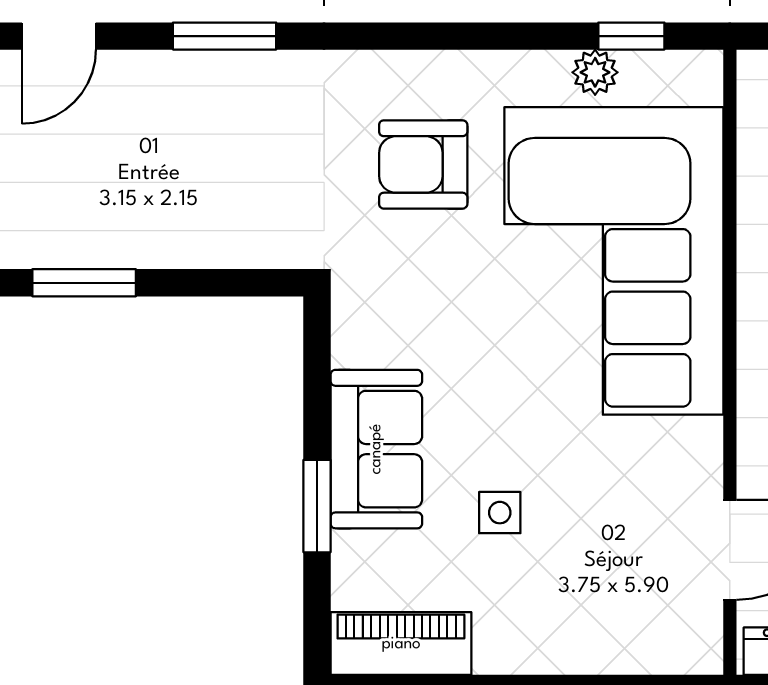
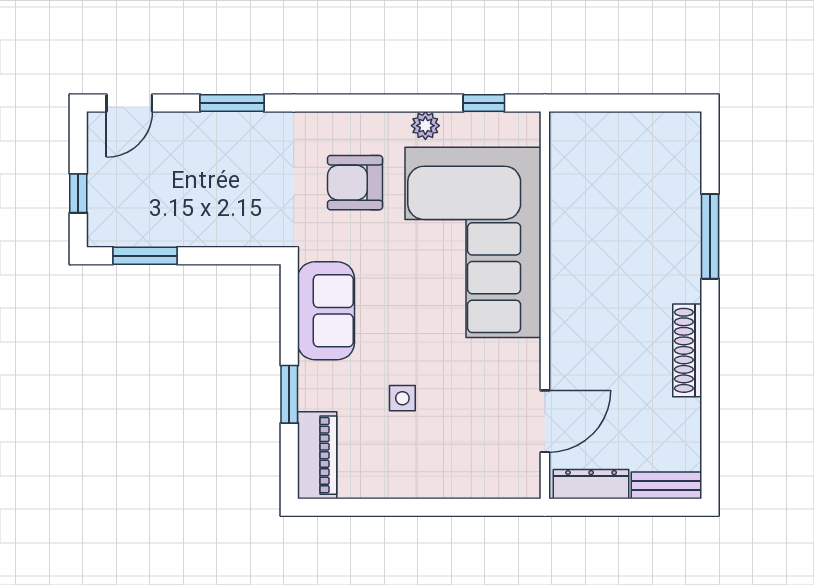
plant: (595, 72) -> (425, 126), moved
sofa: (376, 449) -> (326, 311), moved
piano: (401, 644) -> (317, 455), moved, turned 90

